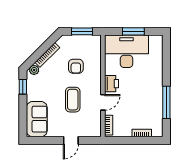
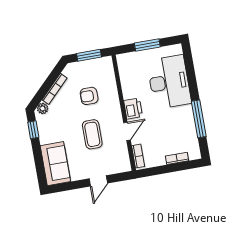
desk: (127, 51) -> (169, 82), moved, turned 90
armchair: (76, 66) -> (89, 96), turned 90

